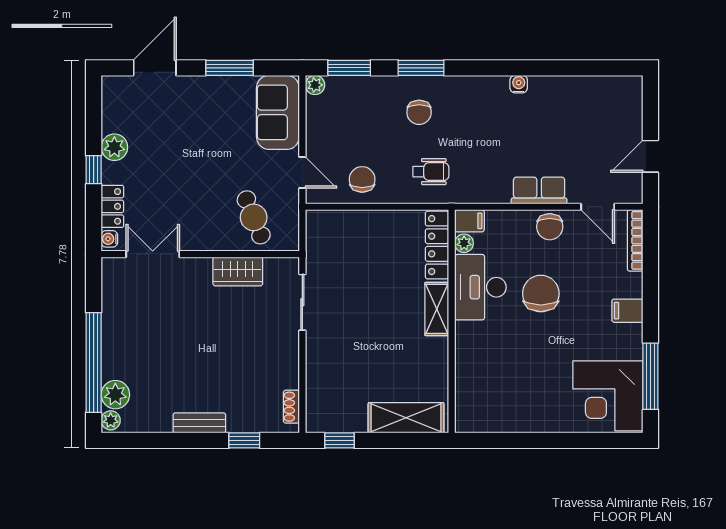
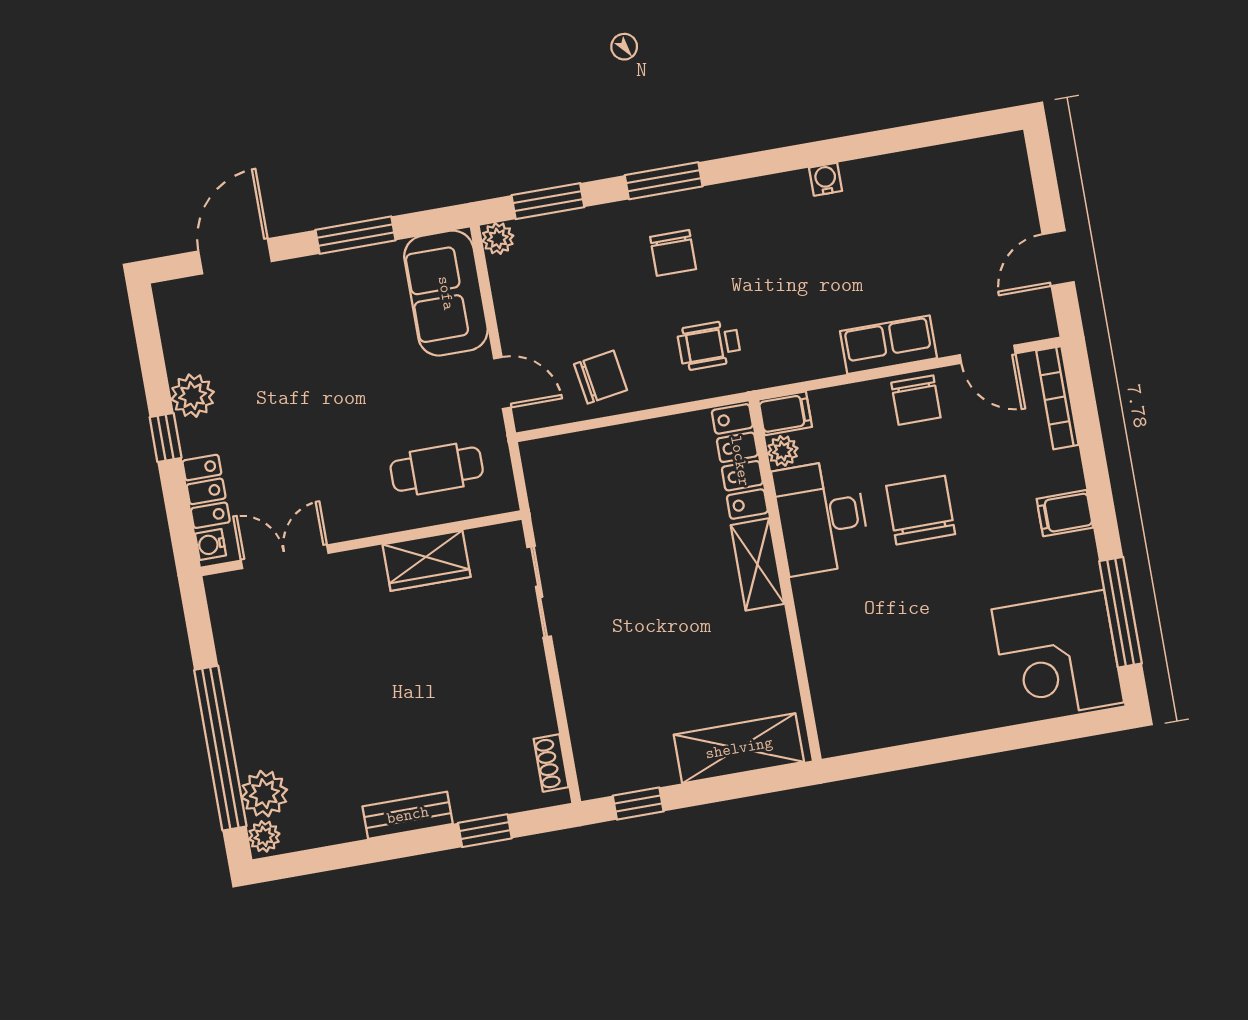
wheelchair: (431, 172) -> (709, 345), turned 180
chair: (362, 179) -> (601, 377), turned 81
cafe table: (254, 217) -> (437, 469), turned -68

